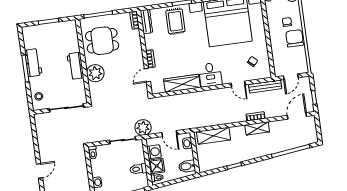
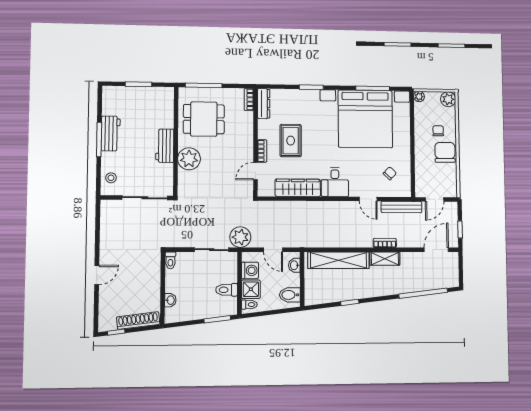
rug: (175, 21) -> (291, 141), moved
shelving: (214, 136) -> (339, 260), width x1.47

